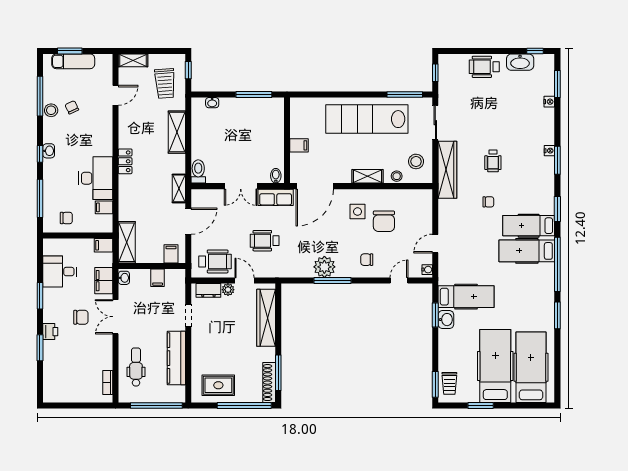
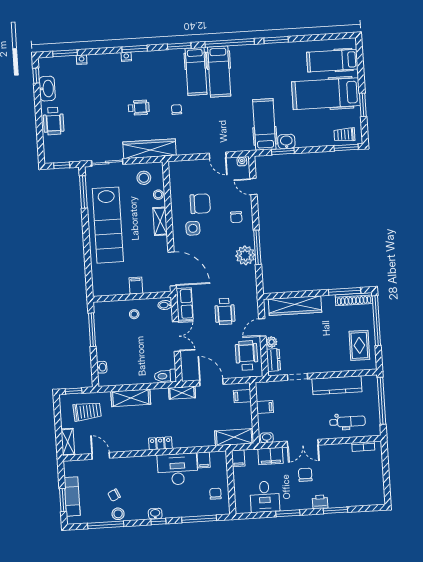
stool: (268, 142) -> (134, 314), added
dental chair: (136, 367) -> (347, 422), turned 180
hospital bed: (531, 367) -> (332, 61), width x0.73, depth x0.78
trolley: (449, 383) -> (344, 135), turned 180

